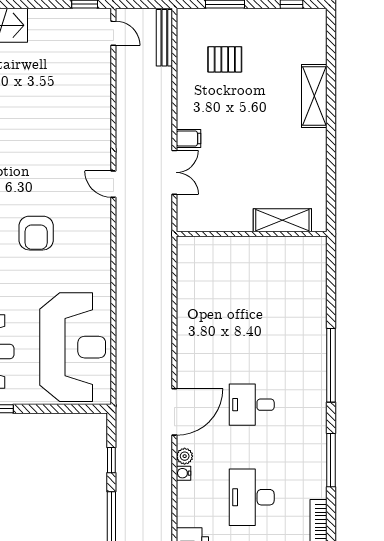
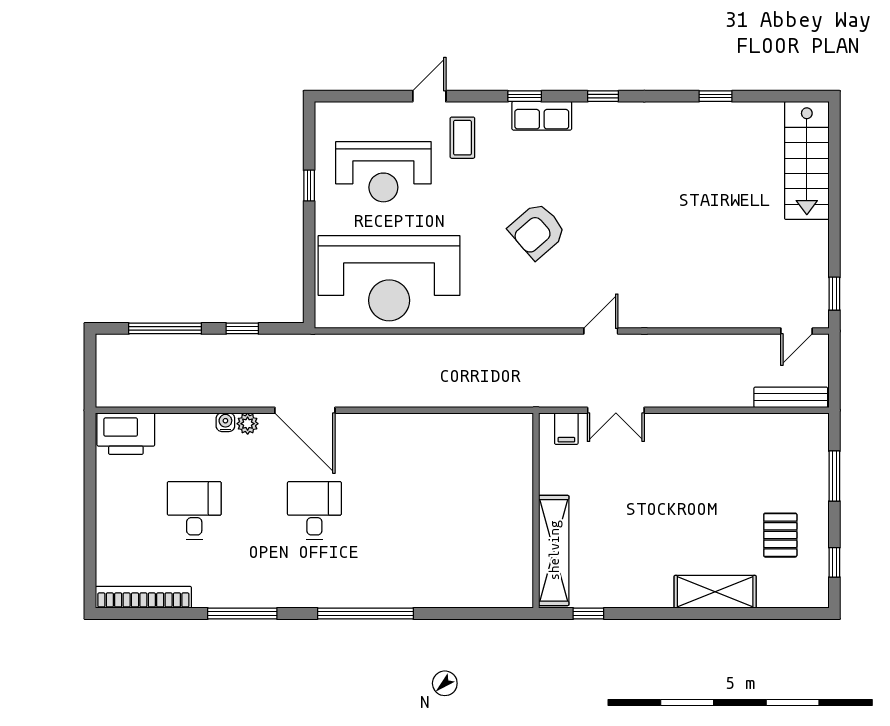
pallet: (225, 59) -> (780, 535), moved
filing cabinet: (189, 139) -> (566, 429), moved
window: (331, 194) -> (588, 614), added
shelving: (282, 220) -> (554, 550), width x1.47
armchair: (36, 233) -> (537, 231), turned -41
desk: (252, 497) -> (194, 511), width x0.73

